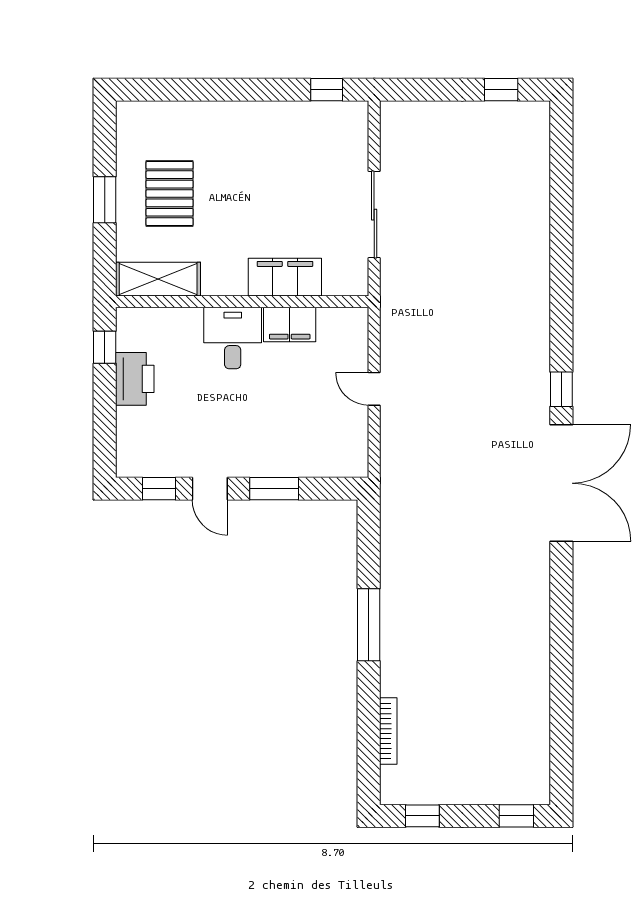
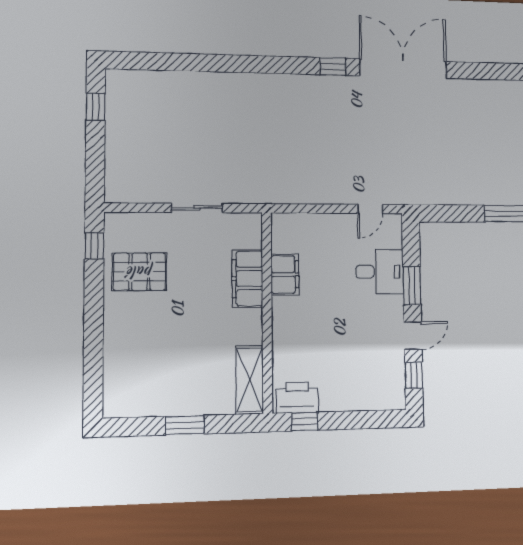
pallet: (170, 193) -> (140, 272), moved
sliding door: (374, 215) -> (197, 208), width x0.73
desk: (233, 338) -> (380, 272), moved, turned 180
printer: (135, 379) -> (297, 397), moved
door: (374, 389) -> (370, 209), moved

